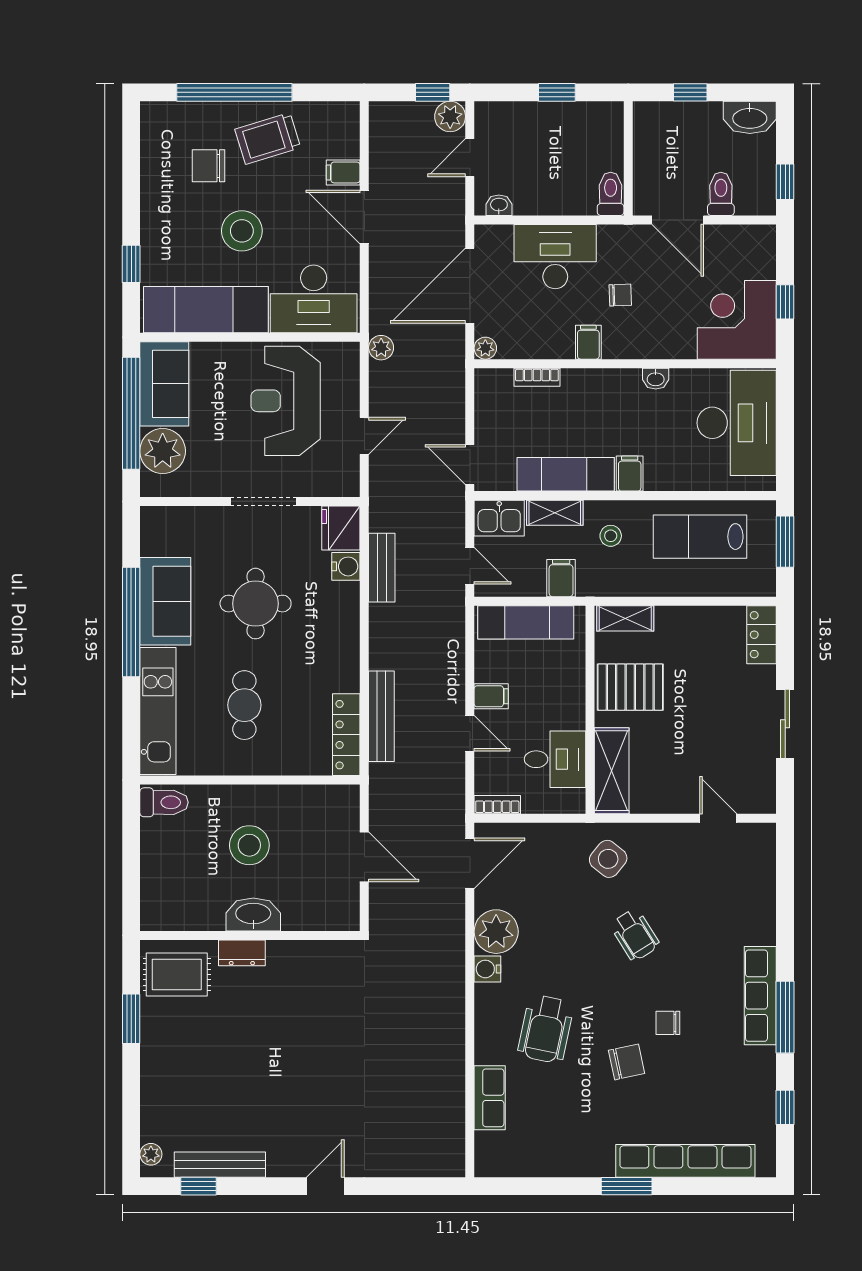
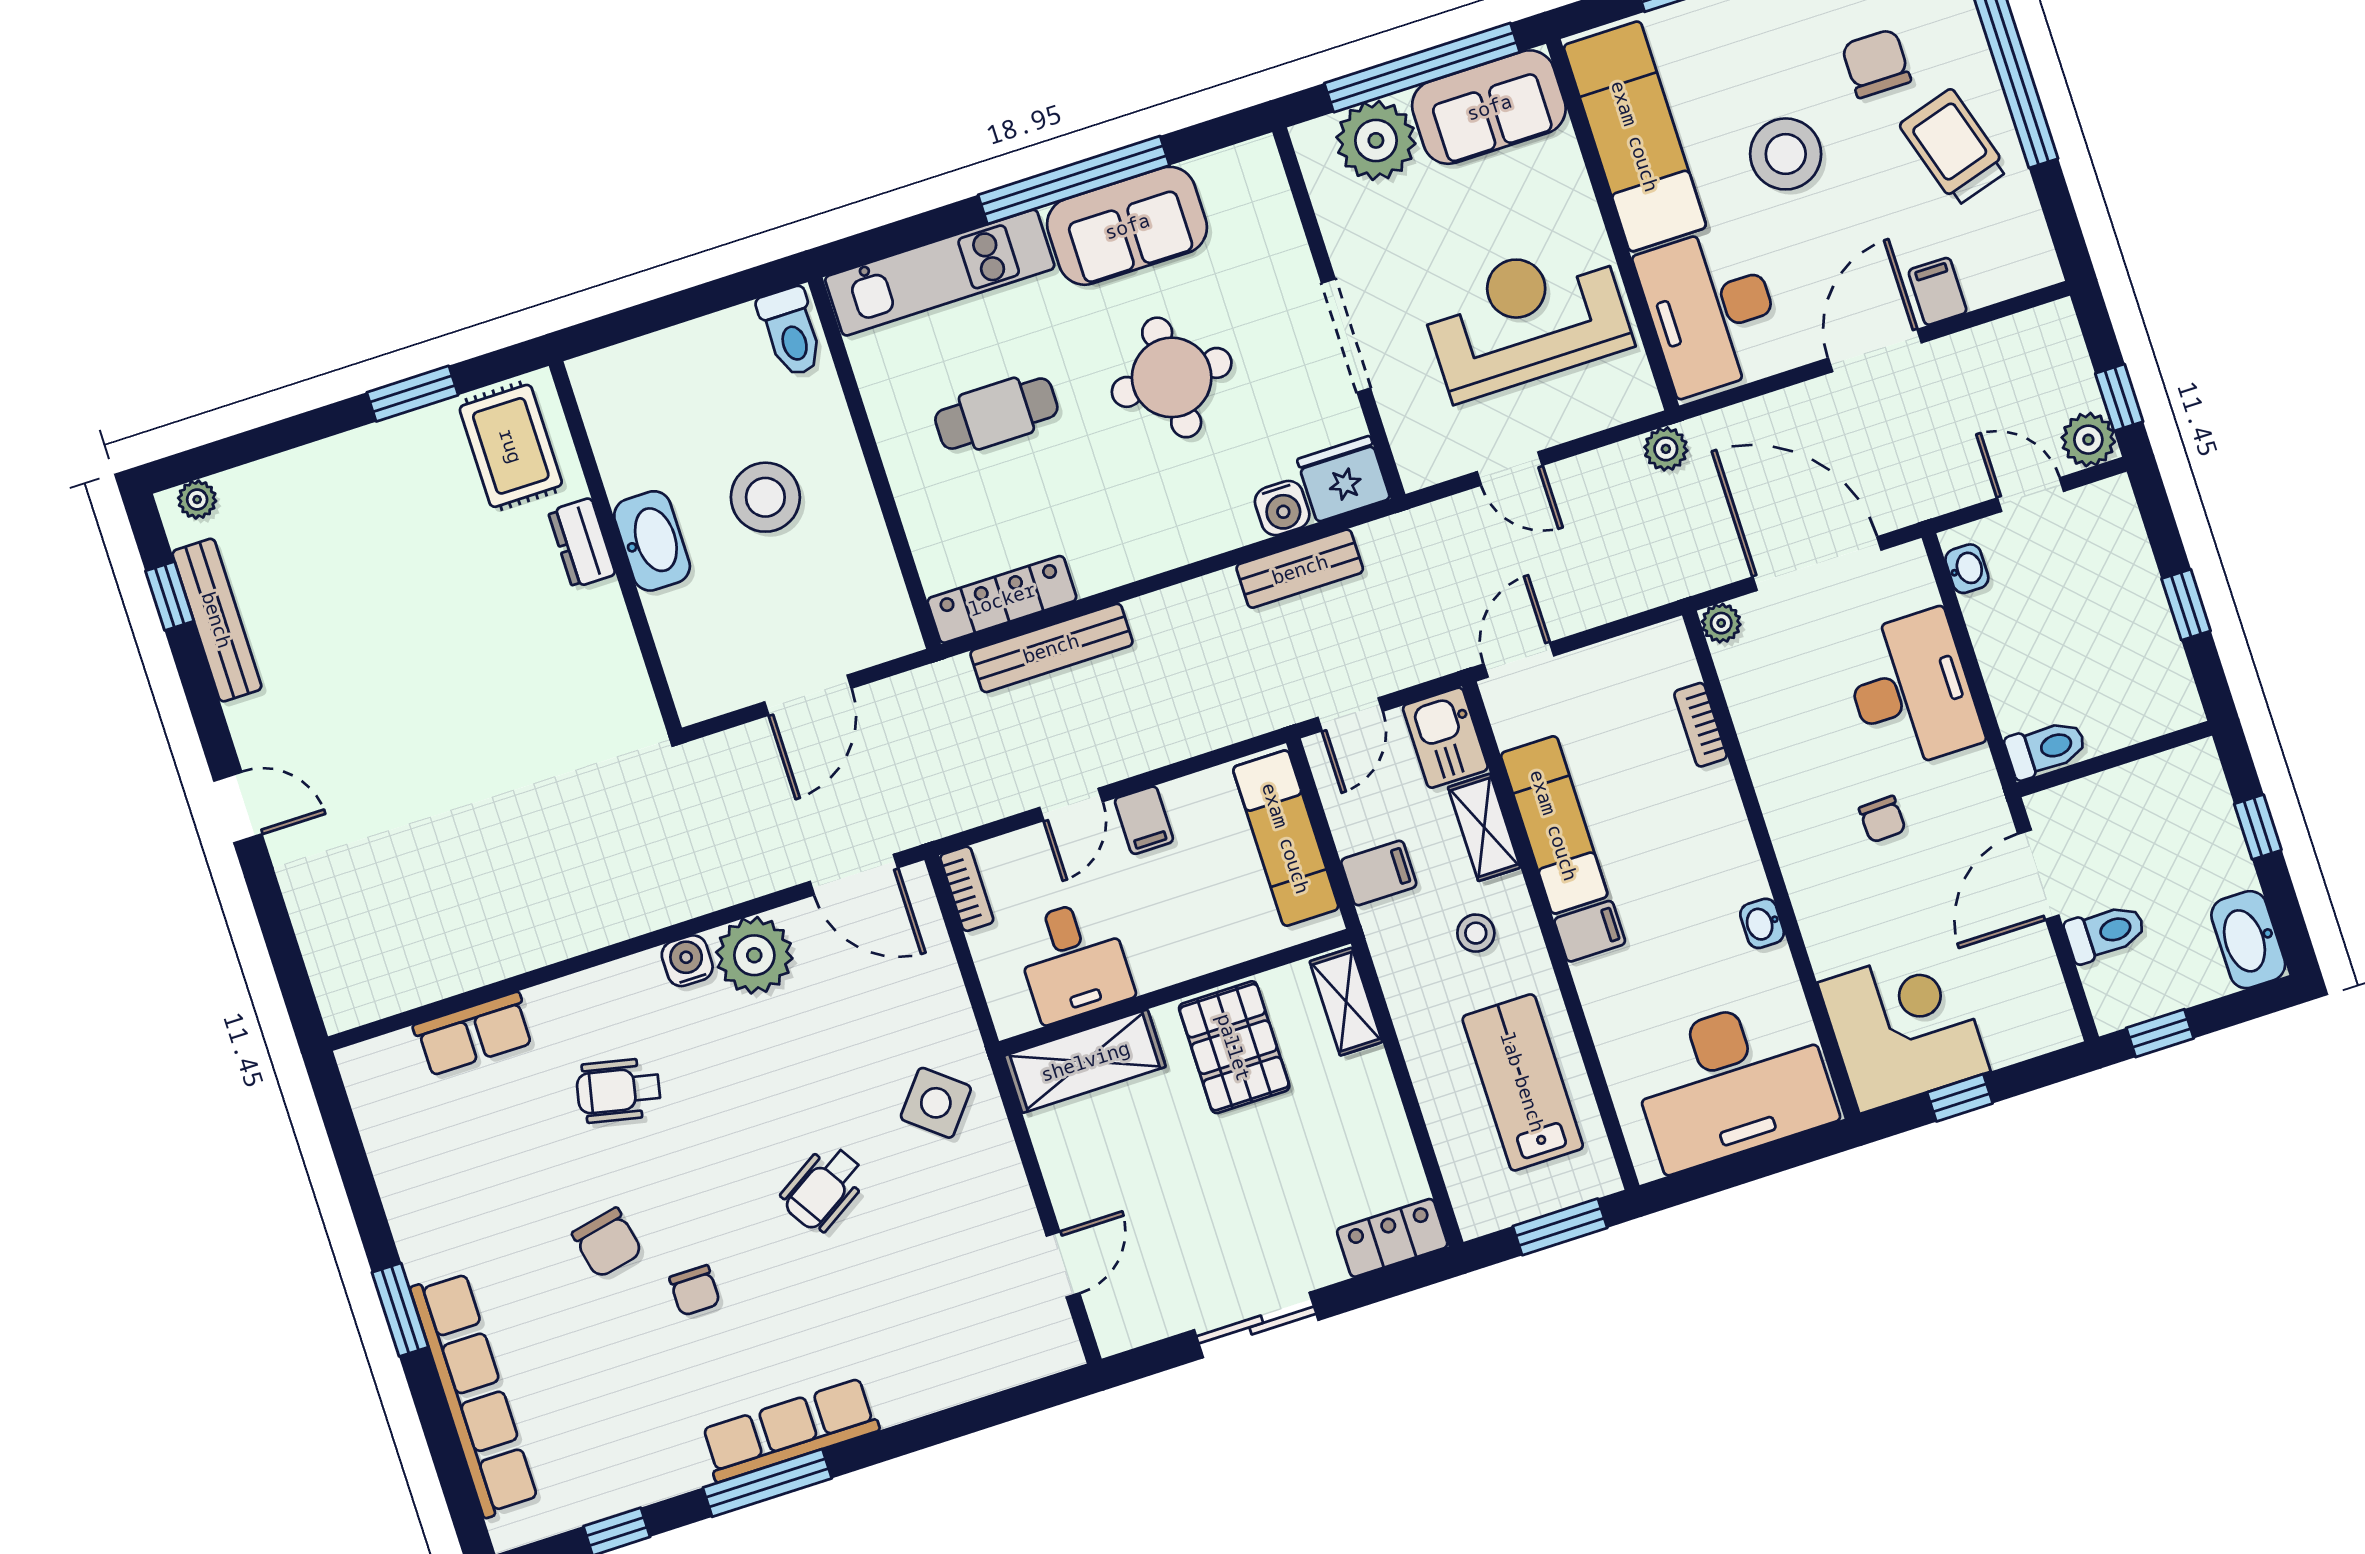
filing cabinet: (588, 342) -> (1787, 792), removed
chair: (668, 1023) -> (695, 1291), turned 180
wheelchair: (546, 1029) -> (618, 1090), width x0.73, depth x0.73

